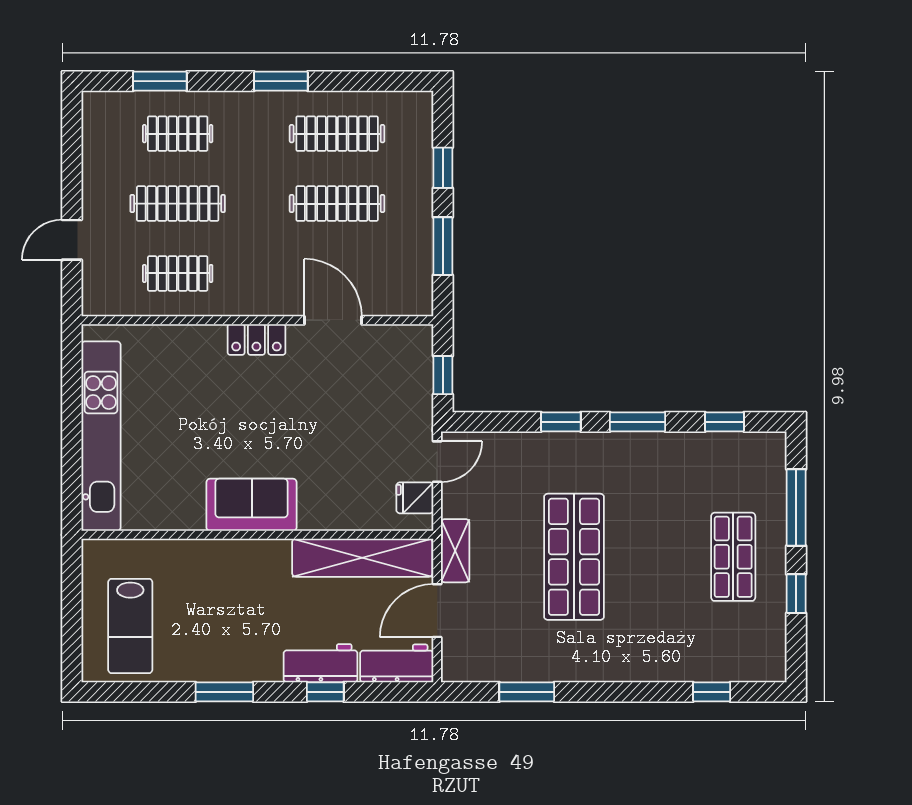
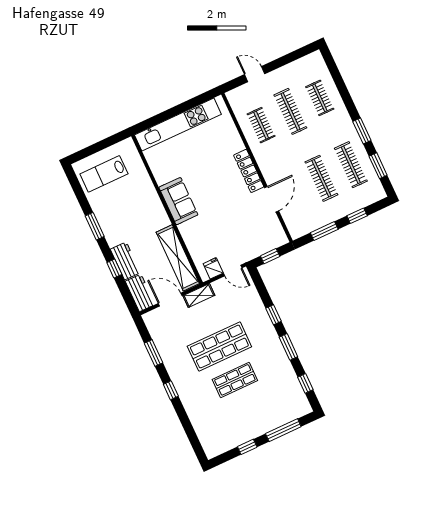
window: (160, 81) -> (378, 166), moved
locker: (256, 339) -> (249, 171), width x1.53
shop shelf: (733, 557) -> (235, 380), moved
window: (712, 692) -> (171, 390), moved

